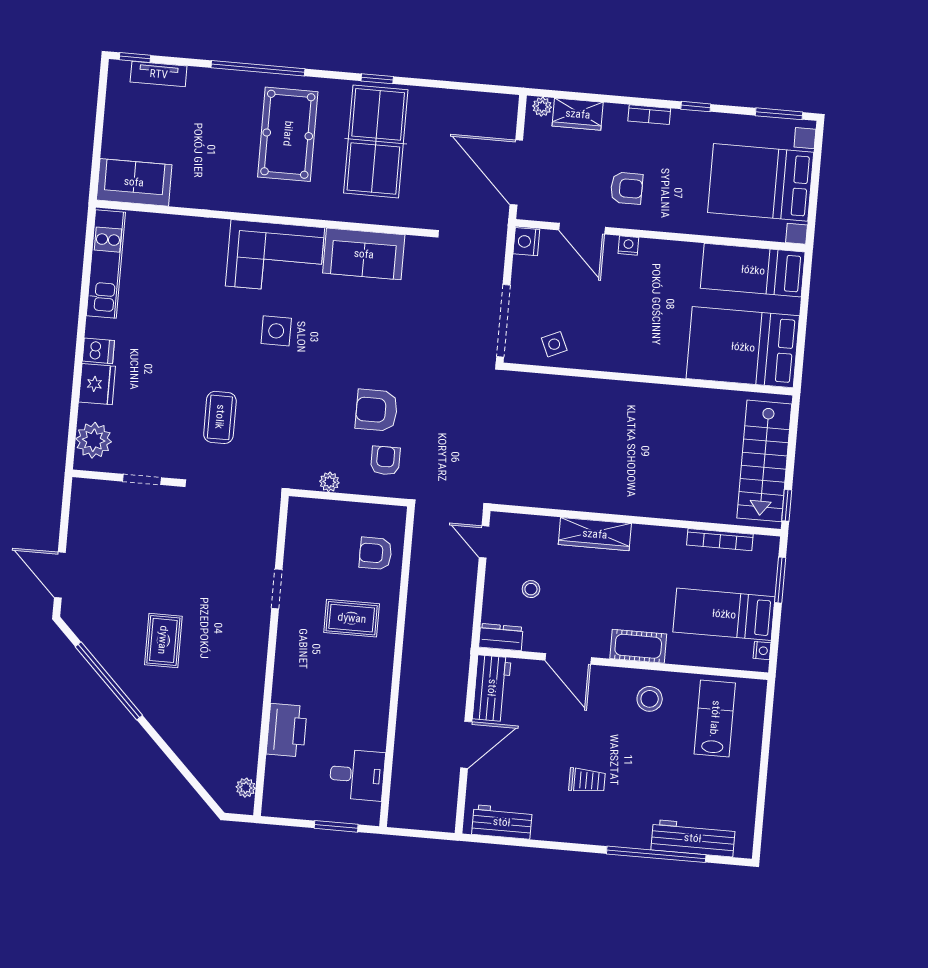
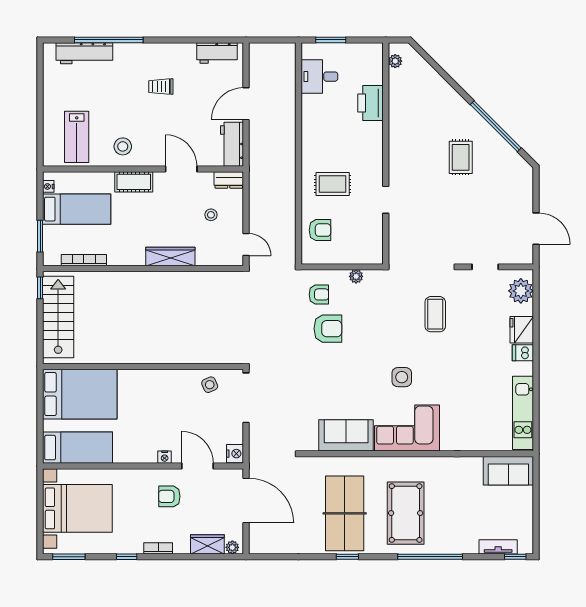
armchair: (385, 461) -> (319, 294), turned -90
door: (60, 575) -> (536, 229), moved

